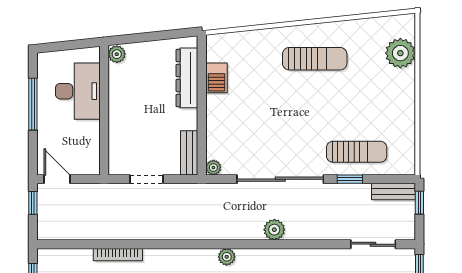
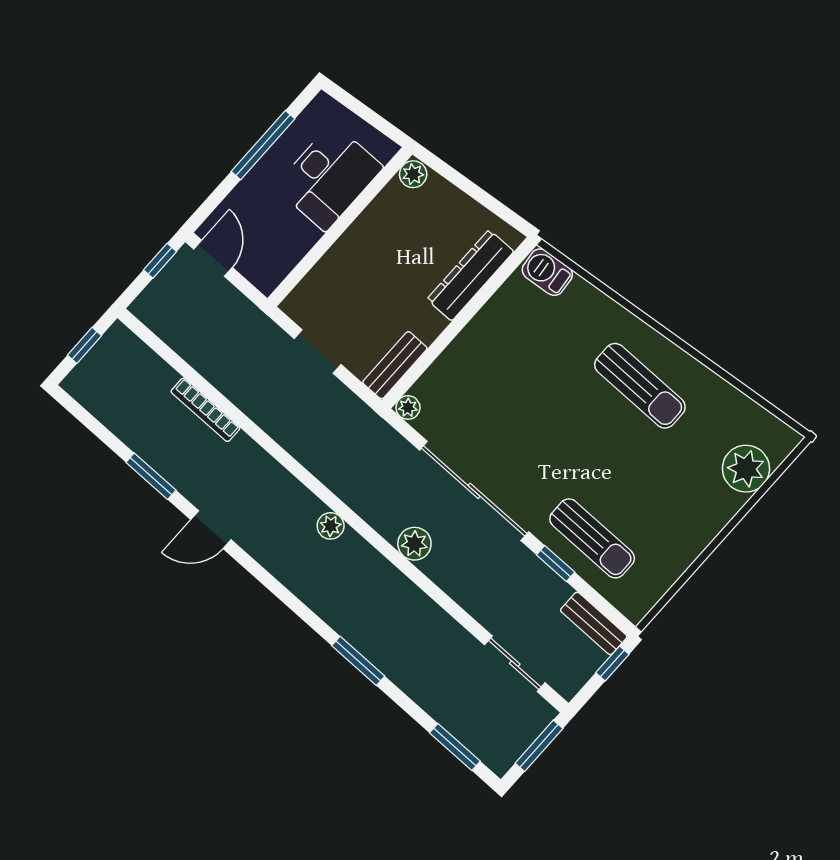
barbecue: (216, 78) -> (547, 272), moved, turned 84

